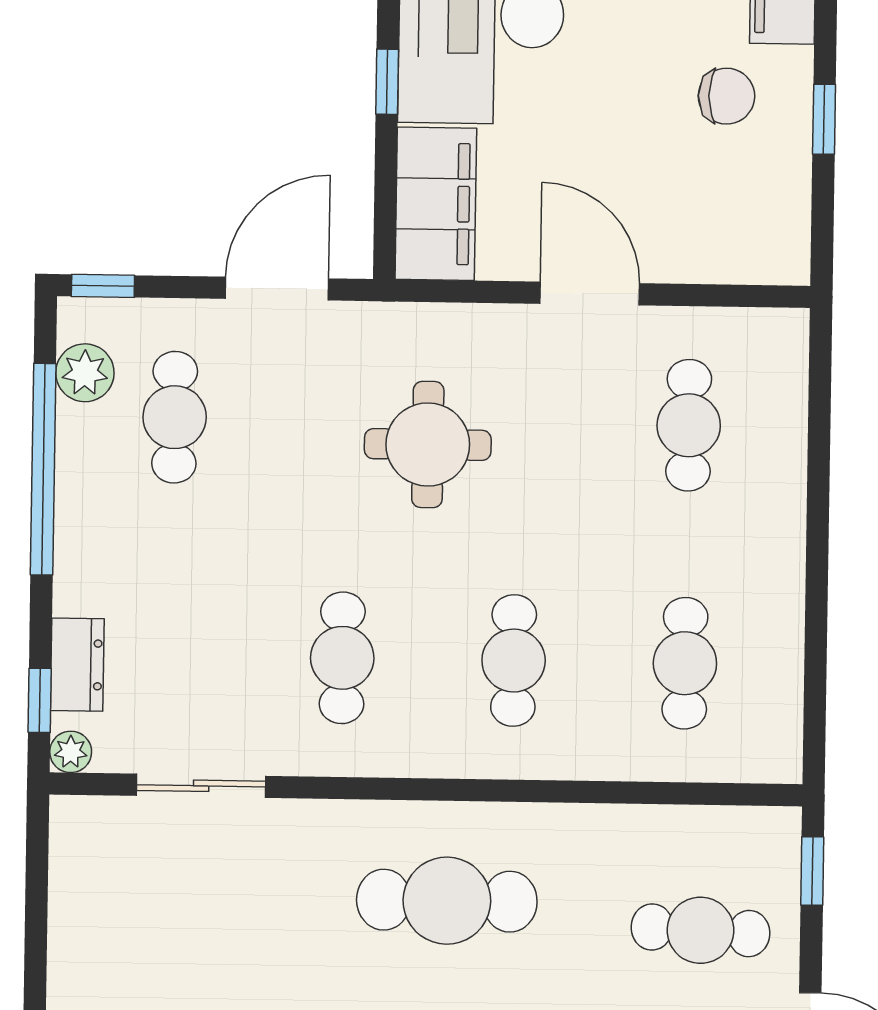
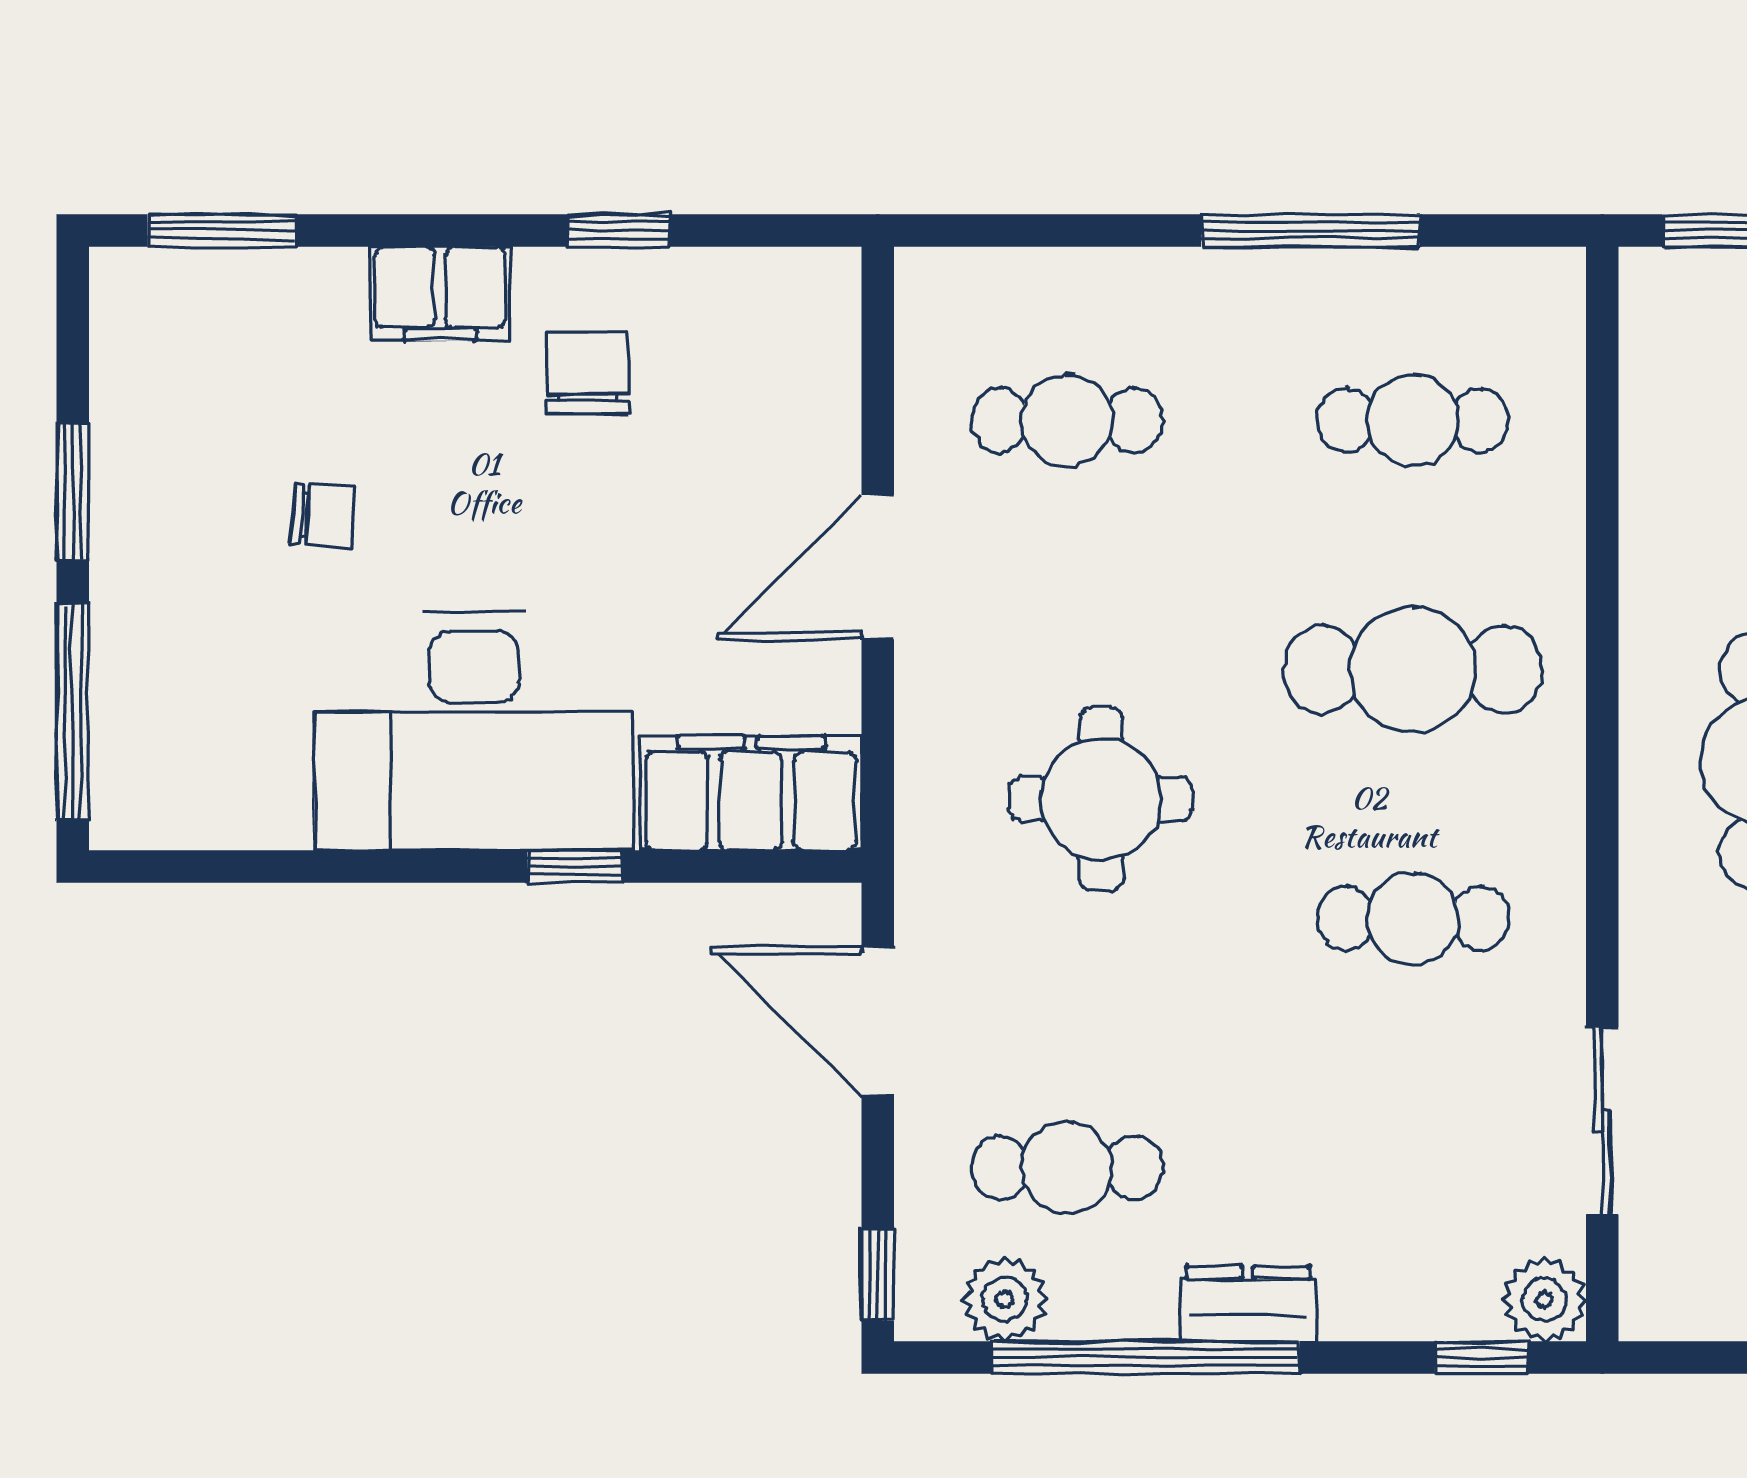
window: (817, 595) -> (1311, 231), added
cafe table: (514, 661) -> (1413, 669), width x1.37, depth x1.35
dresser: (77, 665) -> (1248, 1303), moved
plant: (71, 752) -> (1544, 1300), width x1.38, depth x1.38

